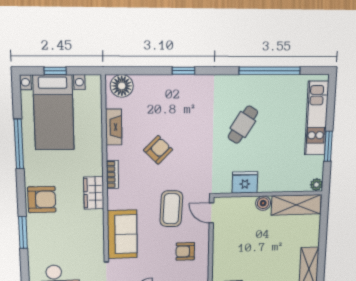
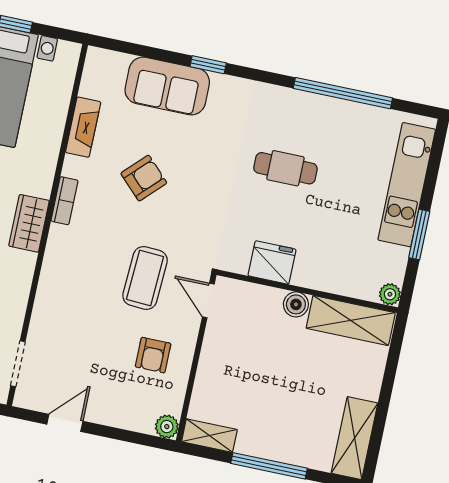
floor lamp: (122, 86) -> (109, 67), removed
cafe table: (243, 125) -> (285, 168), turned 58
sofa: (122, 234) -> (167, 86), moved, turned 90
armchair: (185, 251) -> (153, 355), turned -90

